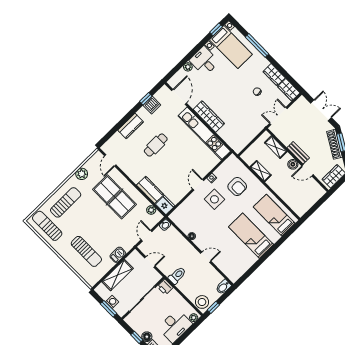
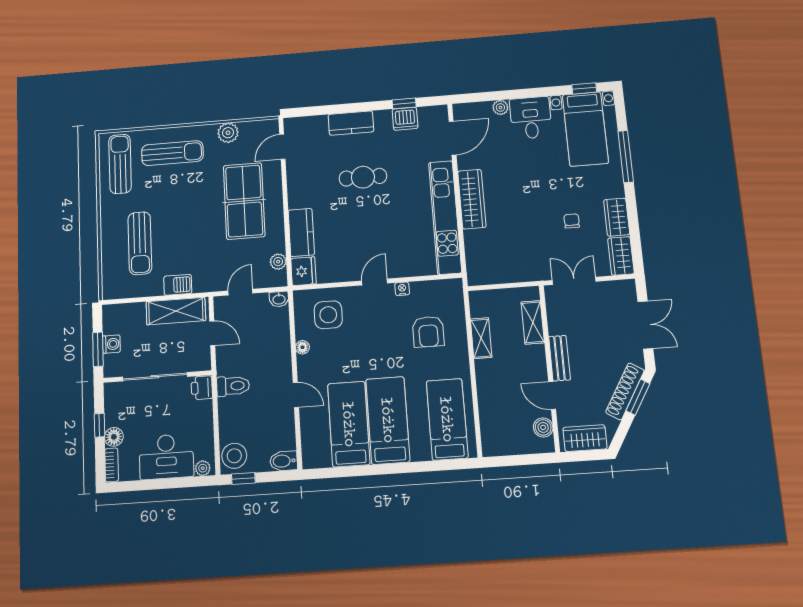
boiler: (293, 164) -> (543, 427), moved
side table: (214, 199) -> (328, 315), moved
bed: (237, 250) -> (349, 424), added
shelving: (118, 275) -> (176, 311), moved

